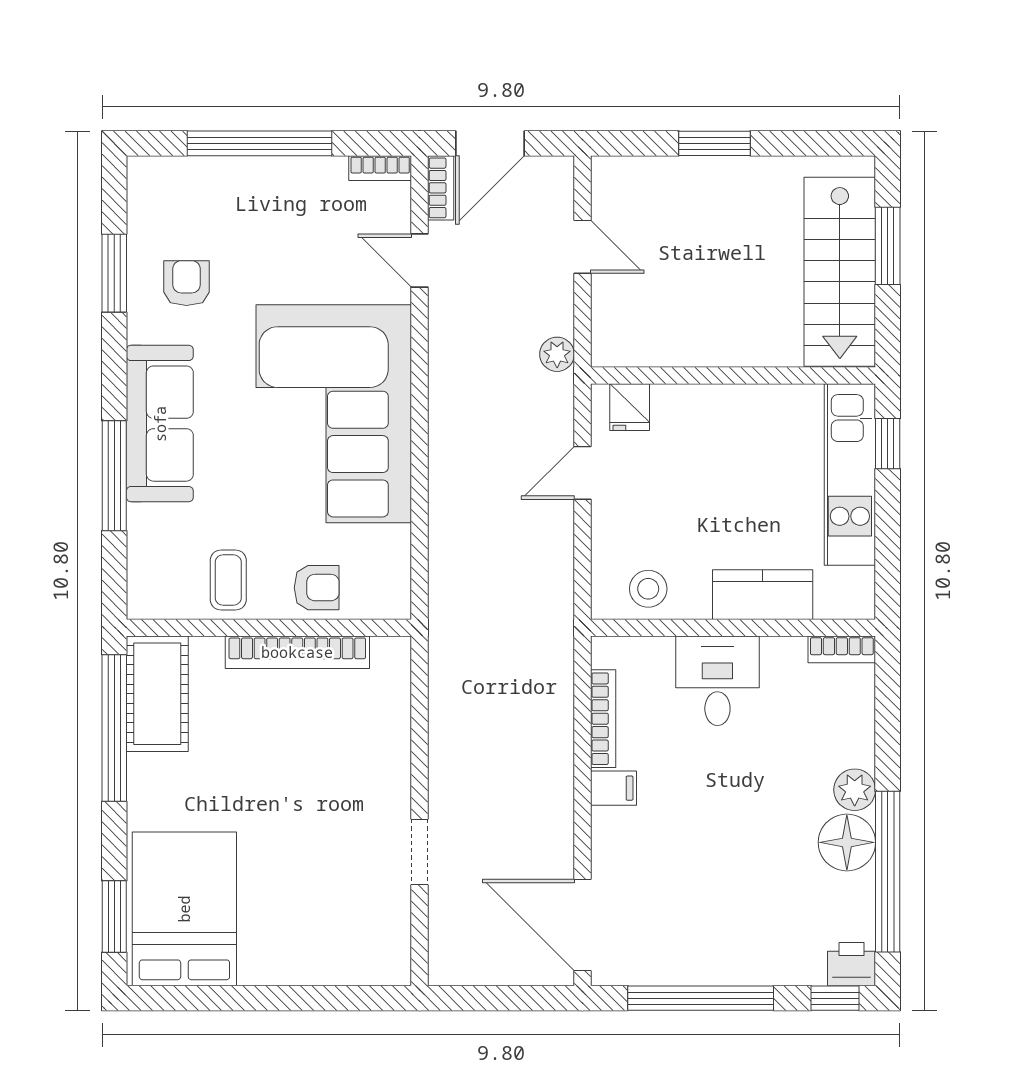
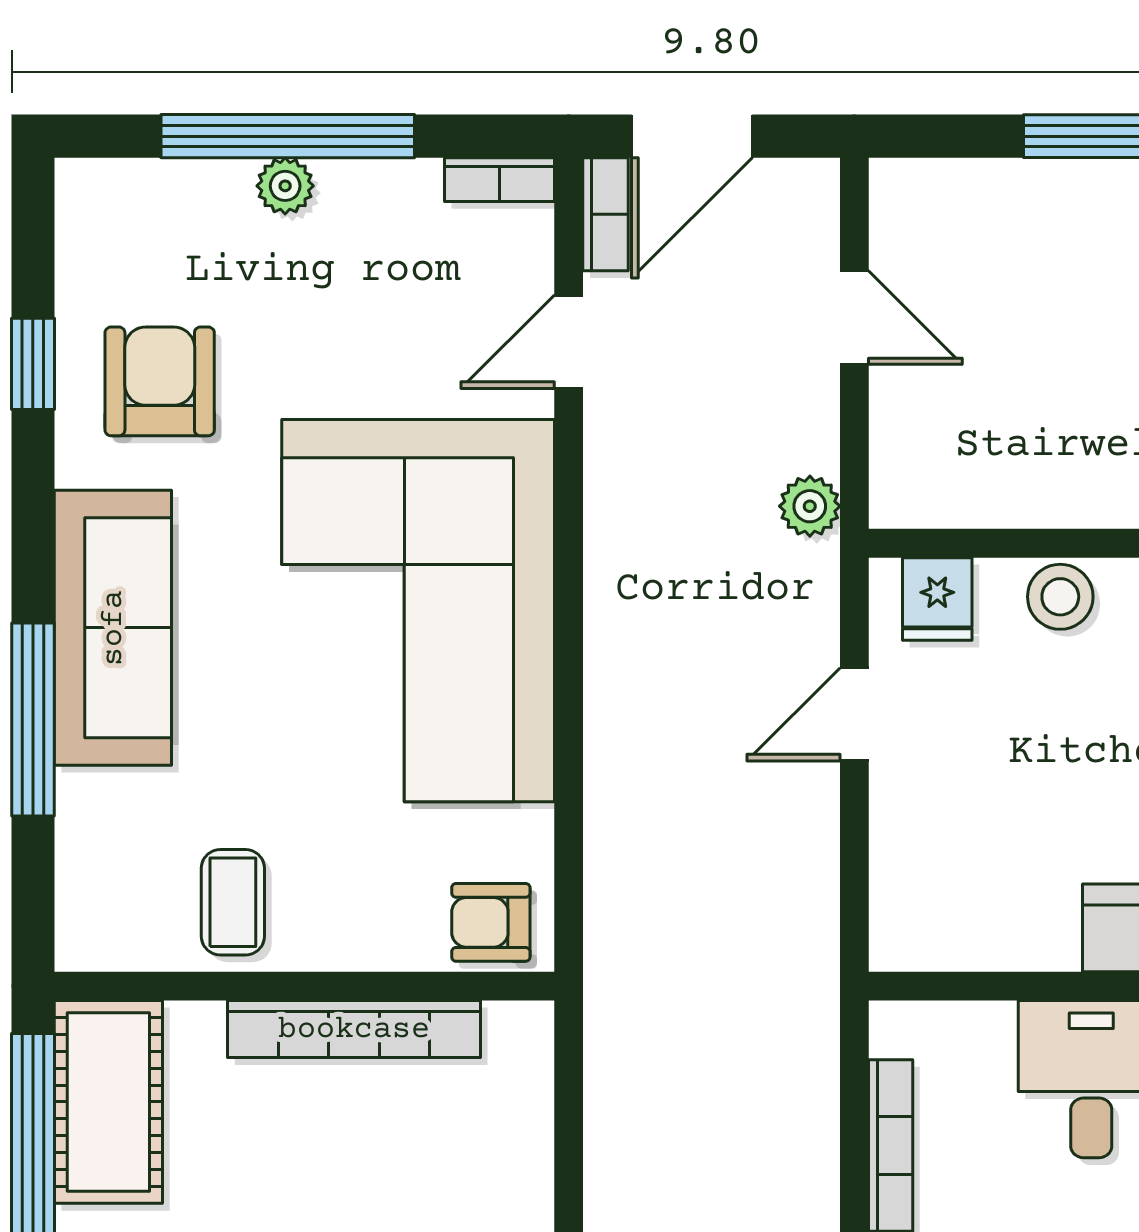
plant: (258, 172) -> (285, 186), added
door: (420, 261) -> (569, 342), hinge flipped
window: (114, 273) -> (33, 364), width x0.67
armchair: (186, 283) -> (160, 381), width x1.38, depth x1.38
armchair: (317, 588) -> (491, 922), moved, turned 180
stool: (648, 589) -> (1060, 597), moved

